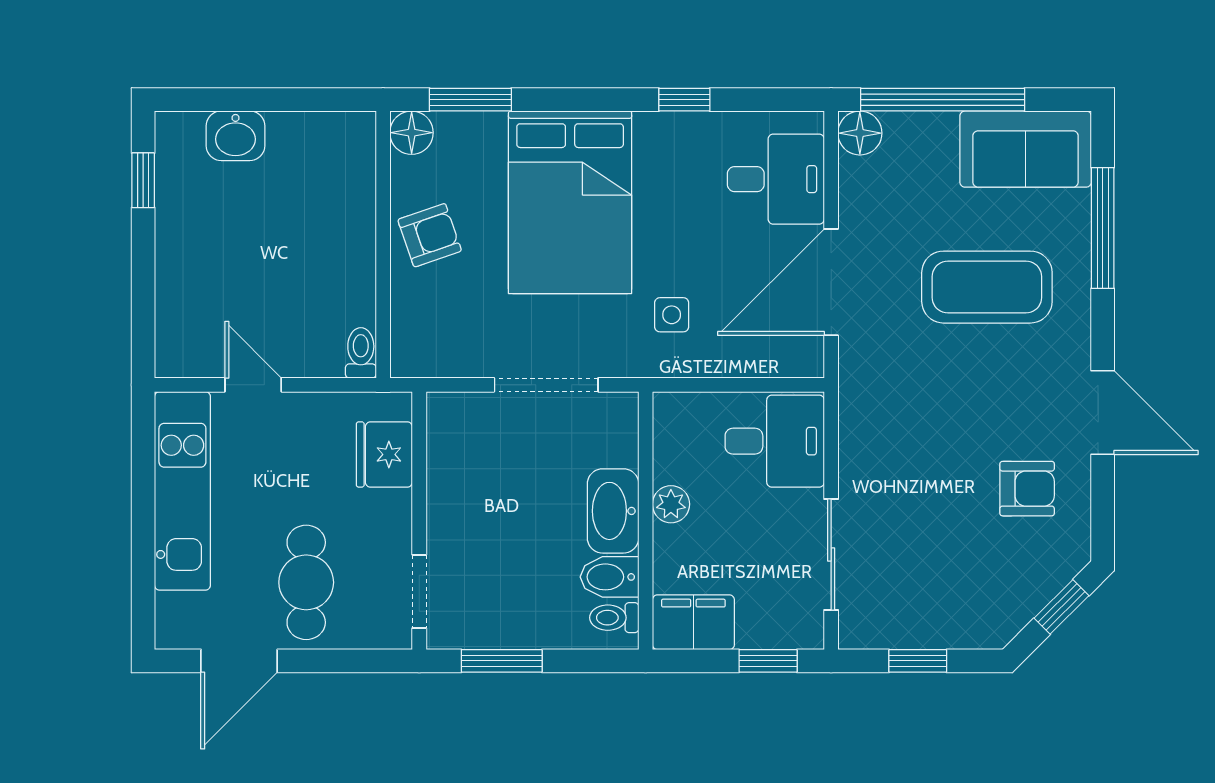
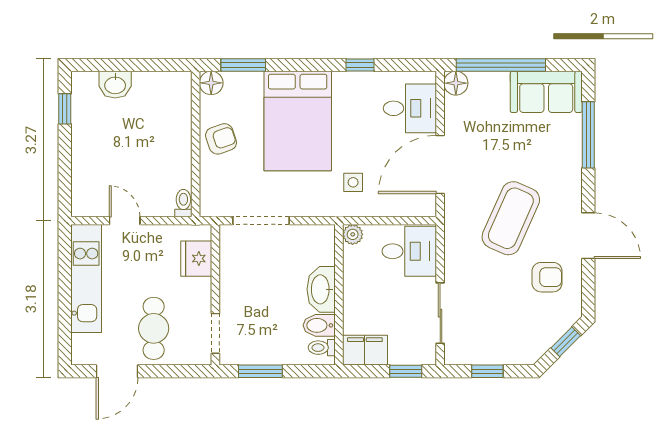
coffee table: (987, 287) -> (511, 218), moved, turned -66
doorway: (546, 385) -> (261, 221), moved
plant: (671, 504) -> (353, 234), moved

